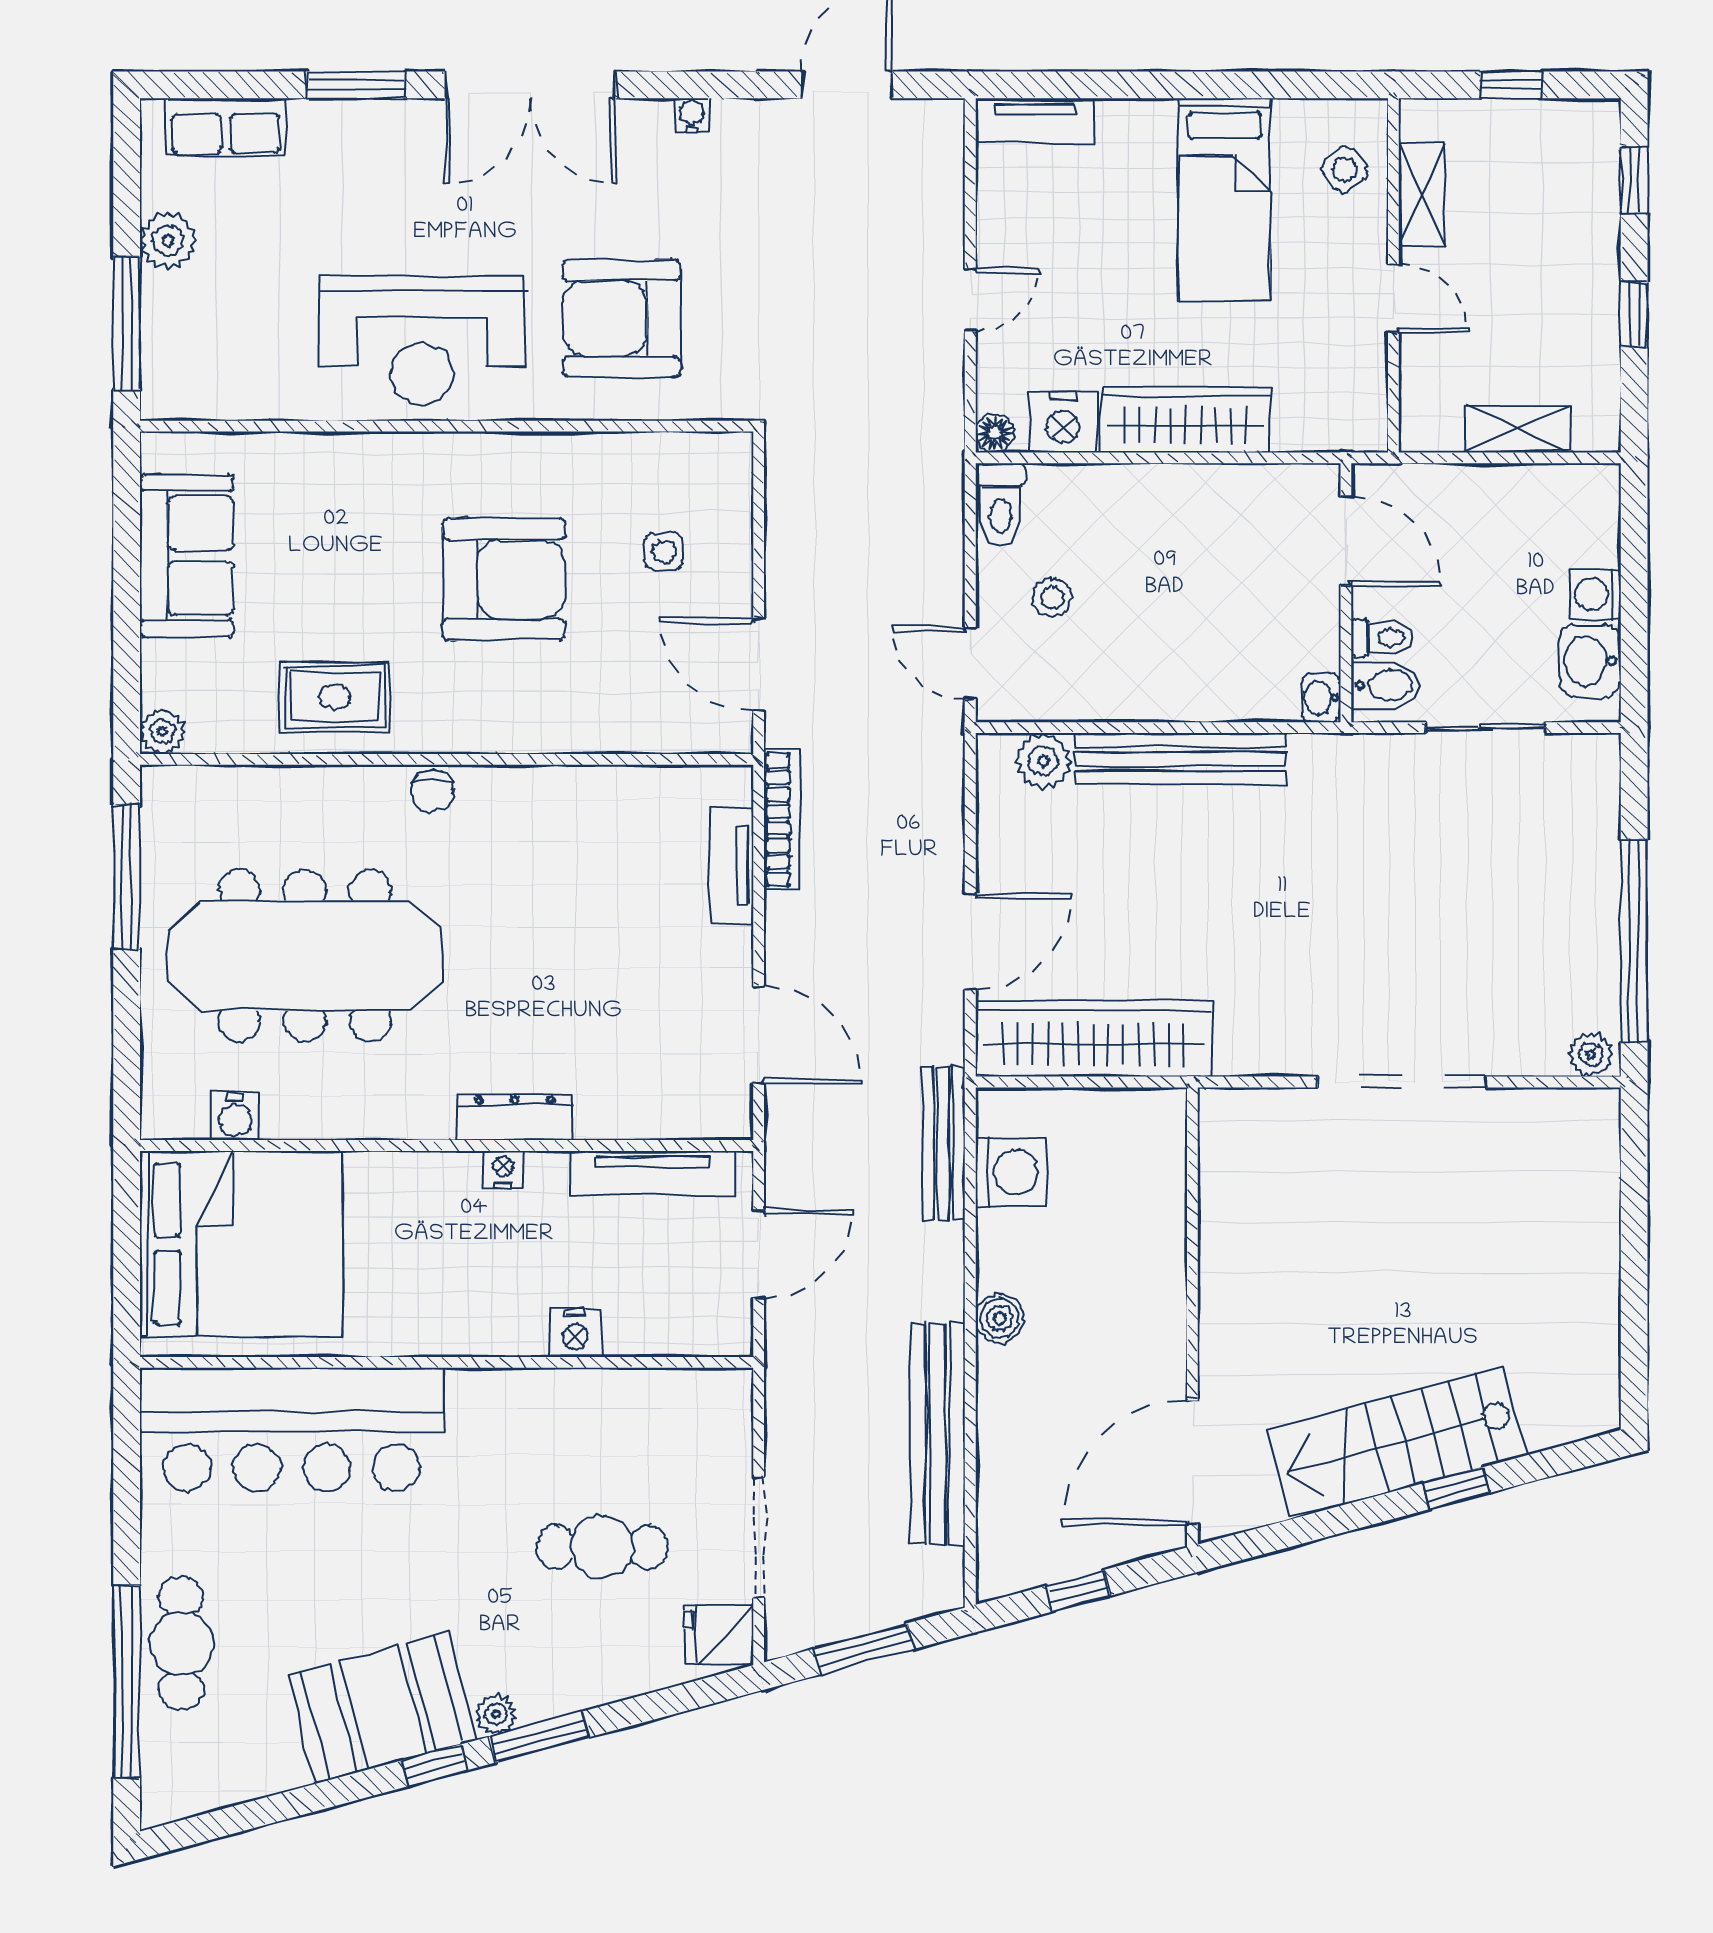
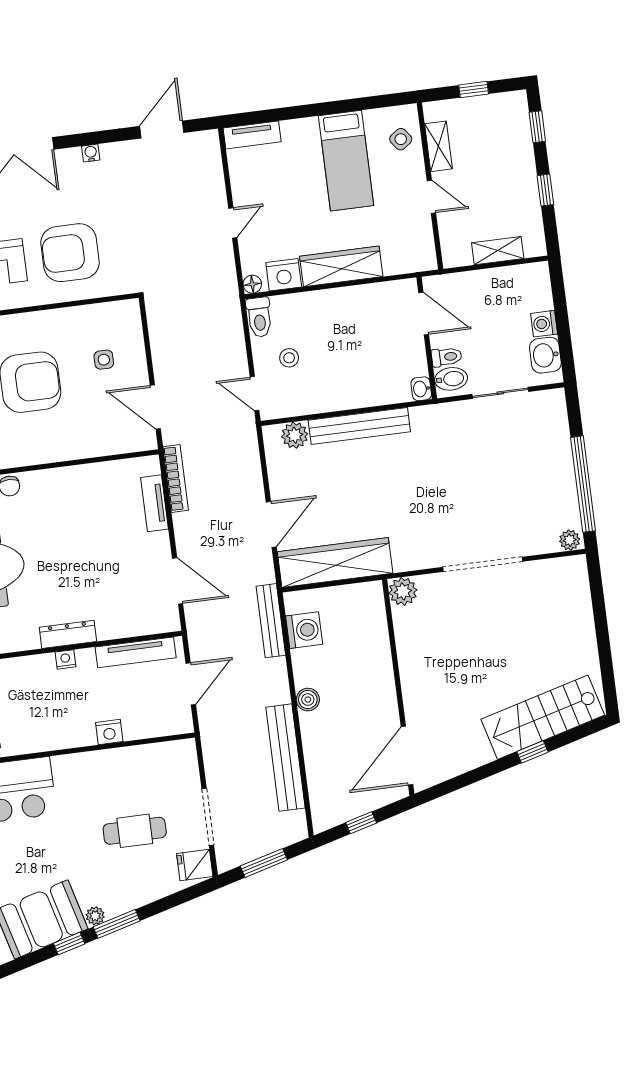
plant: (1228, 1117) -> (403, 591), added
stairs: (1397, 1443) -> (543, 717), moved

